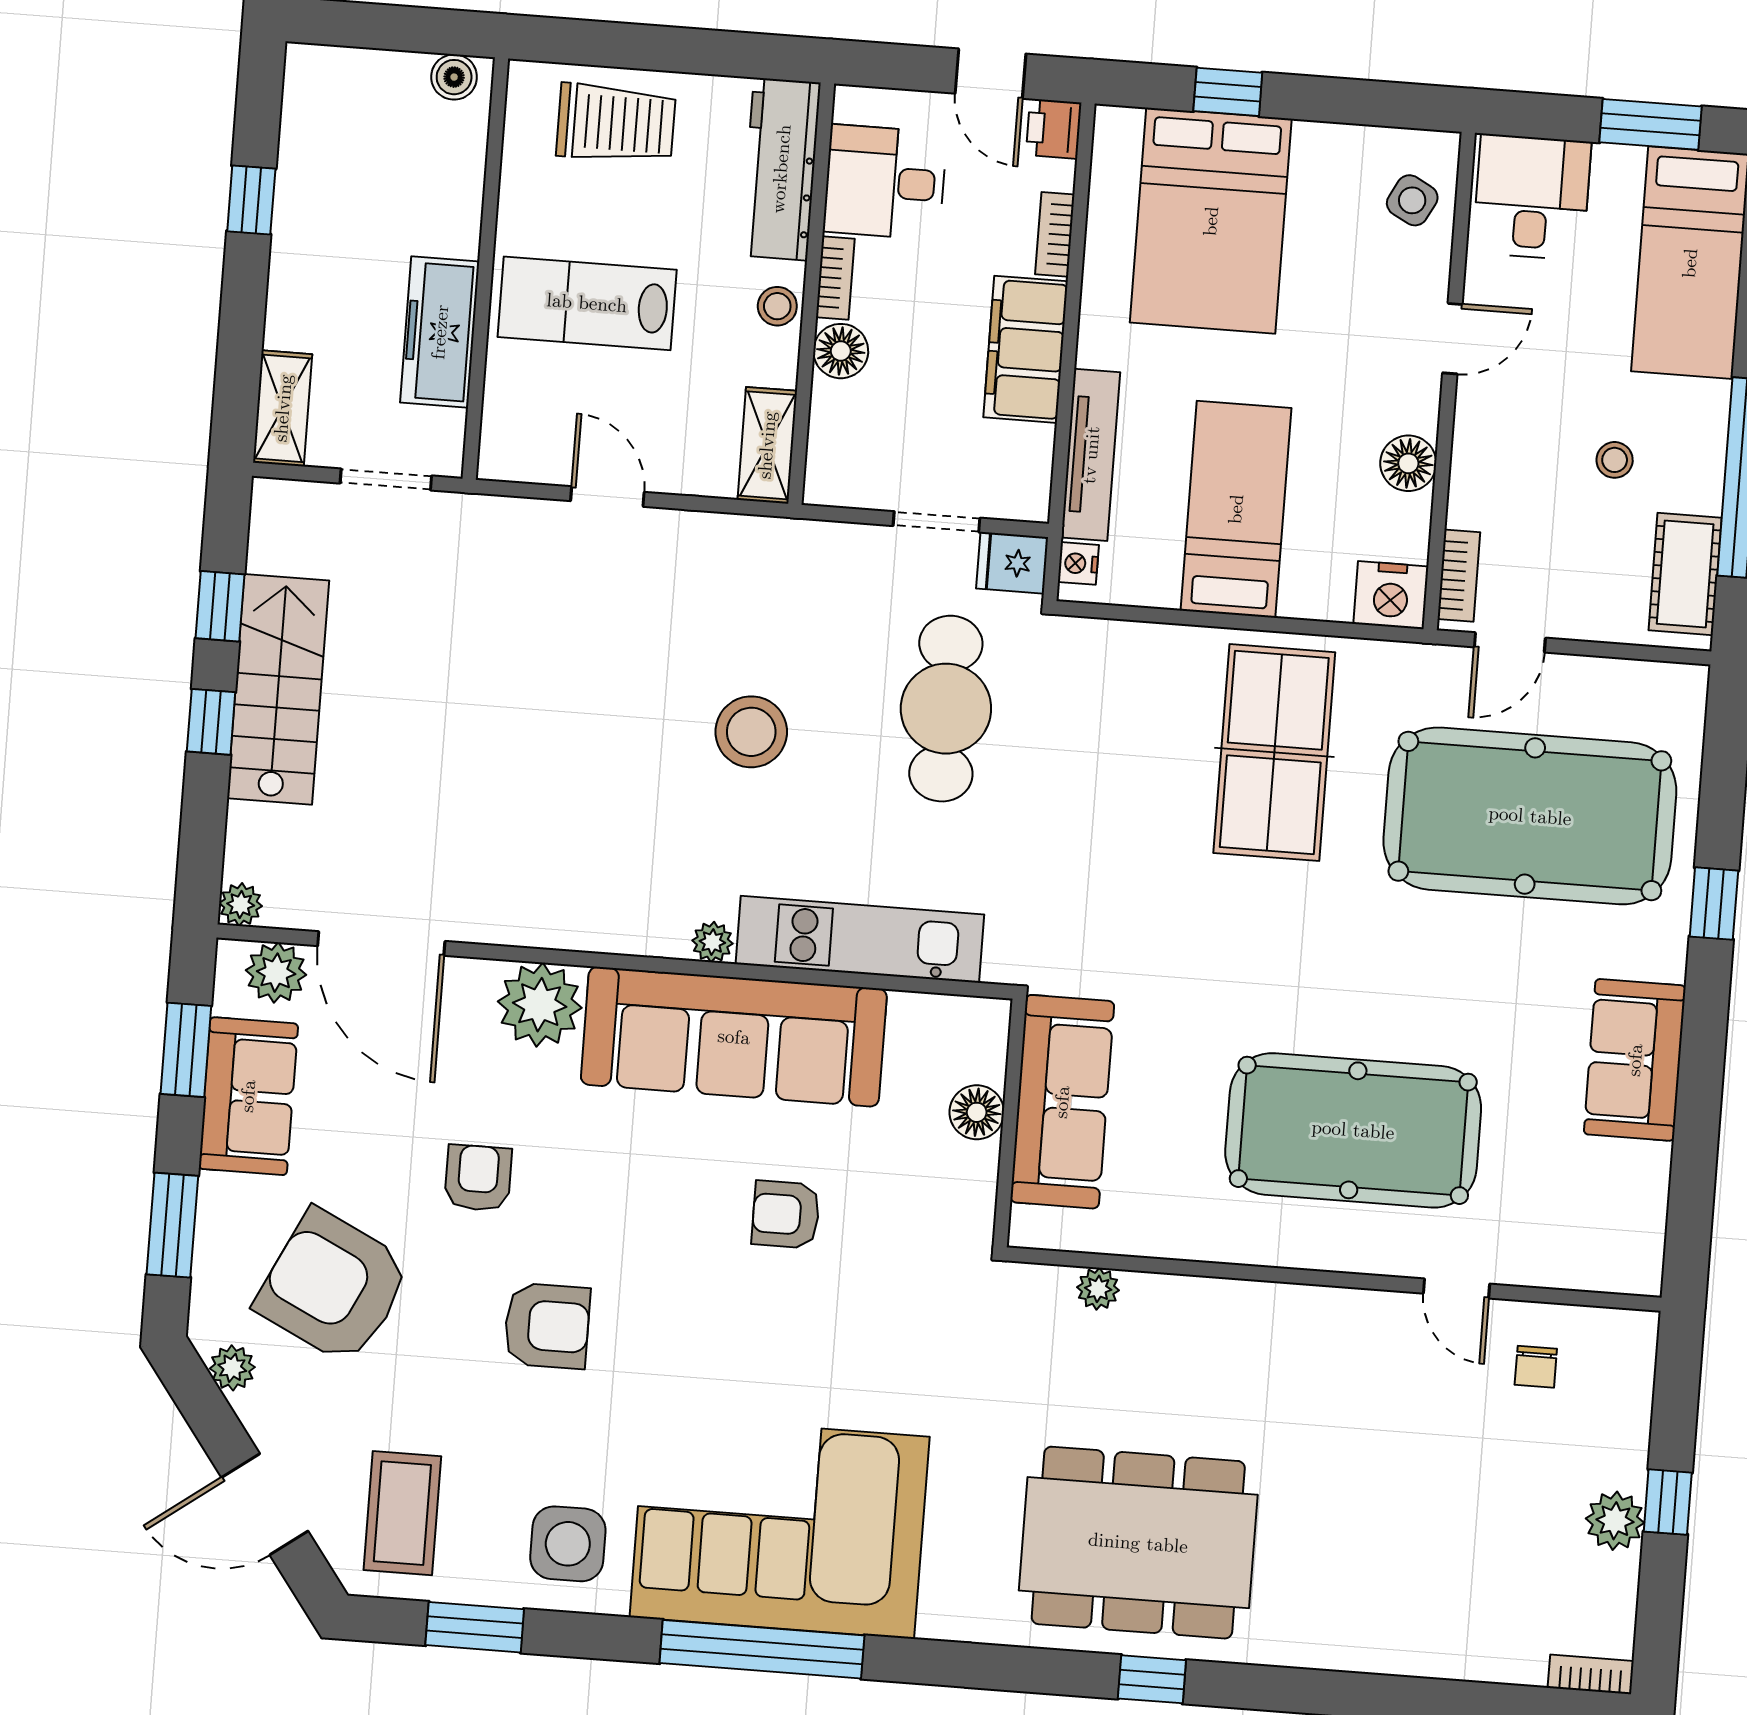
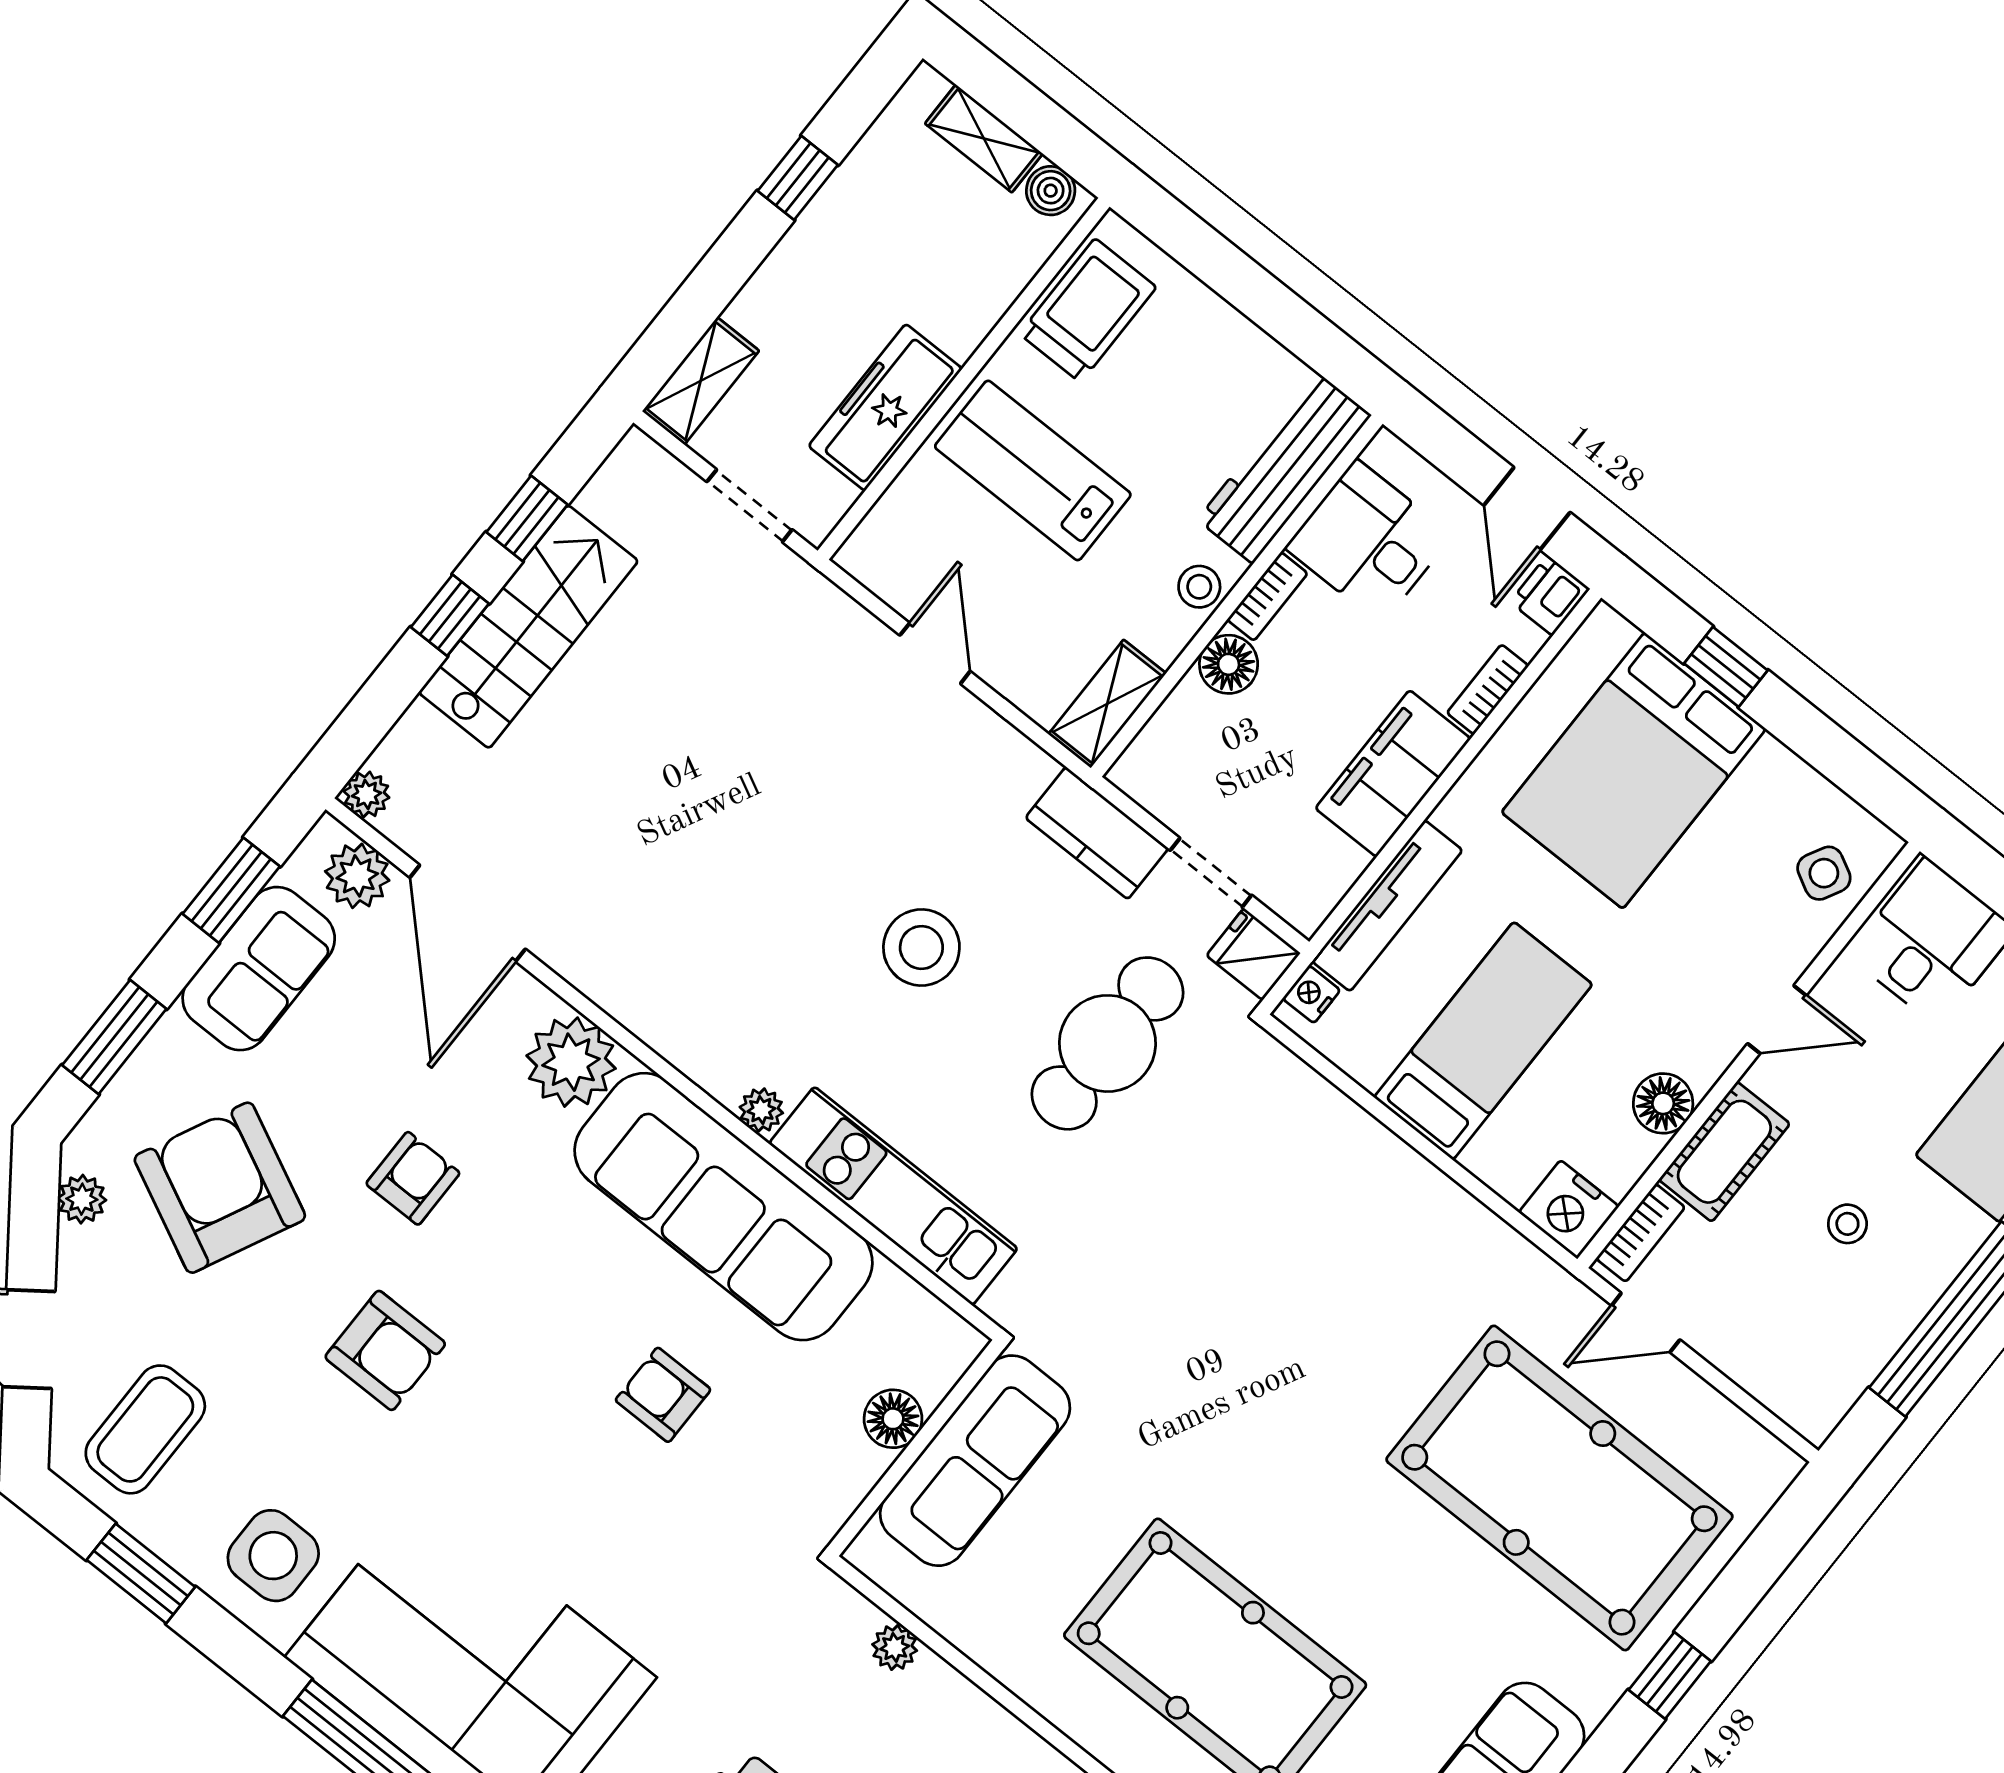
shelving: (375, 72) -> (984, 138), added
trolley: (616, 123) -> (1088, 310), moved, turned -90
kitchen counter: (827, 551) -> (1097, 833), added
cot: (1685, 574) -> (1724, 1152), moved
table tennis table: (1274, 753) -> (1371, 1279), removed

